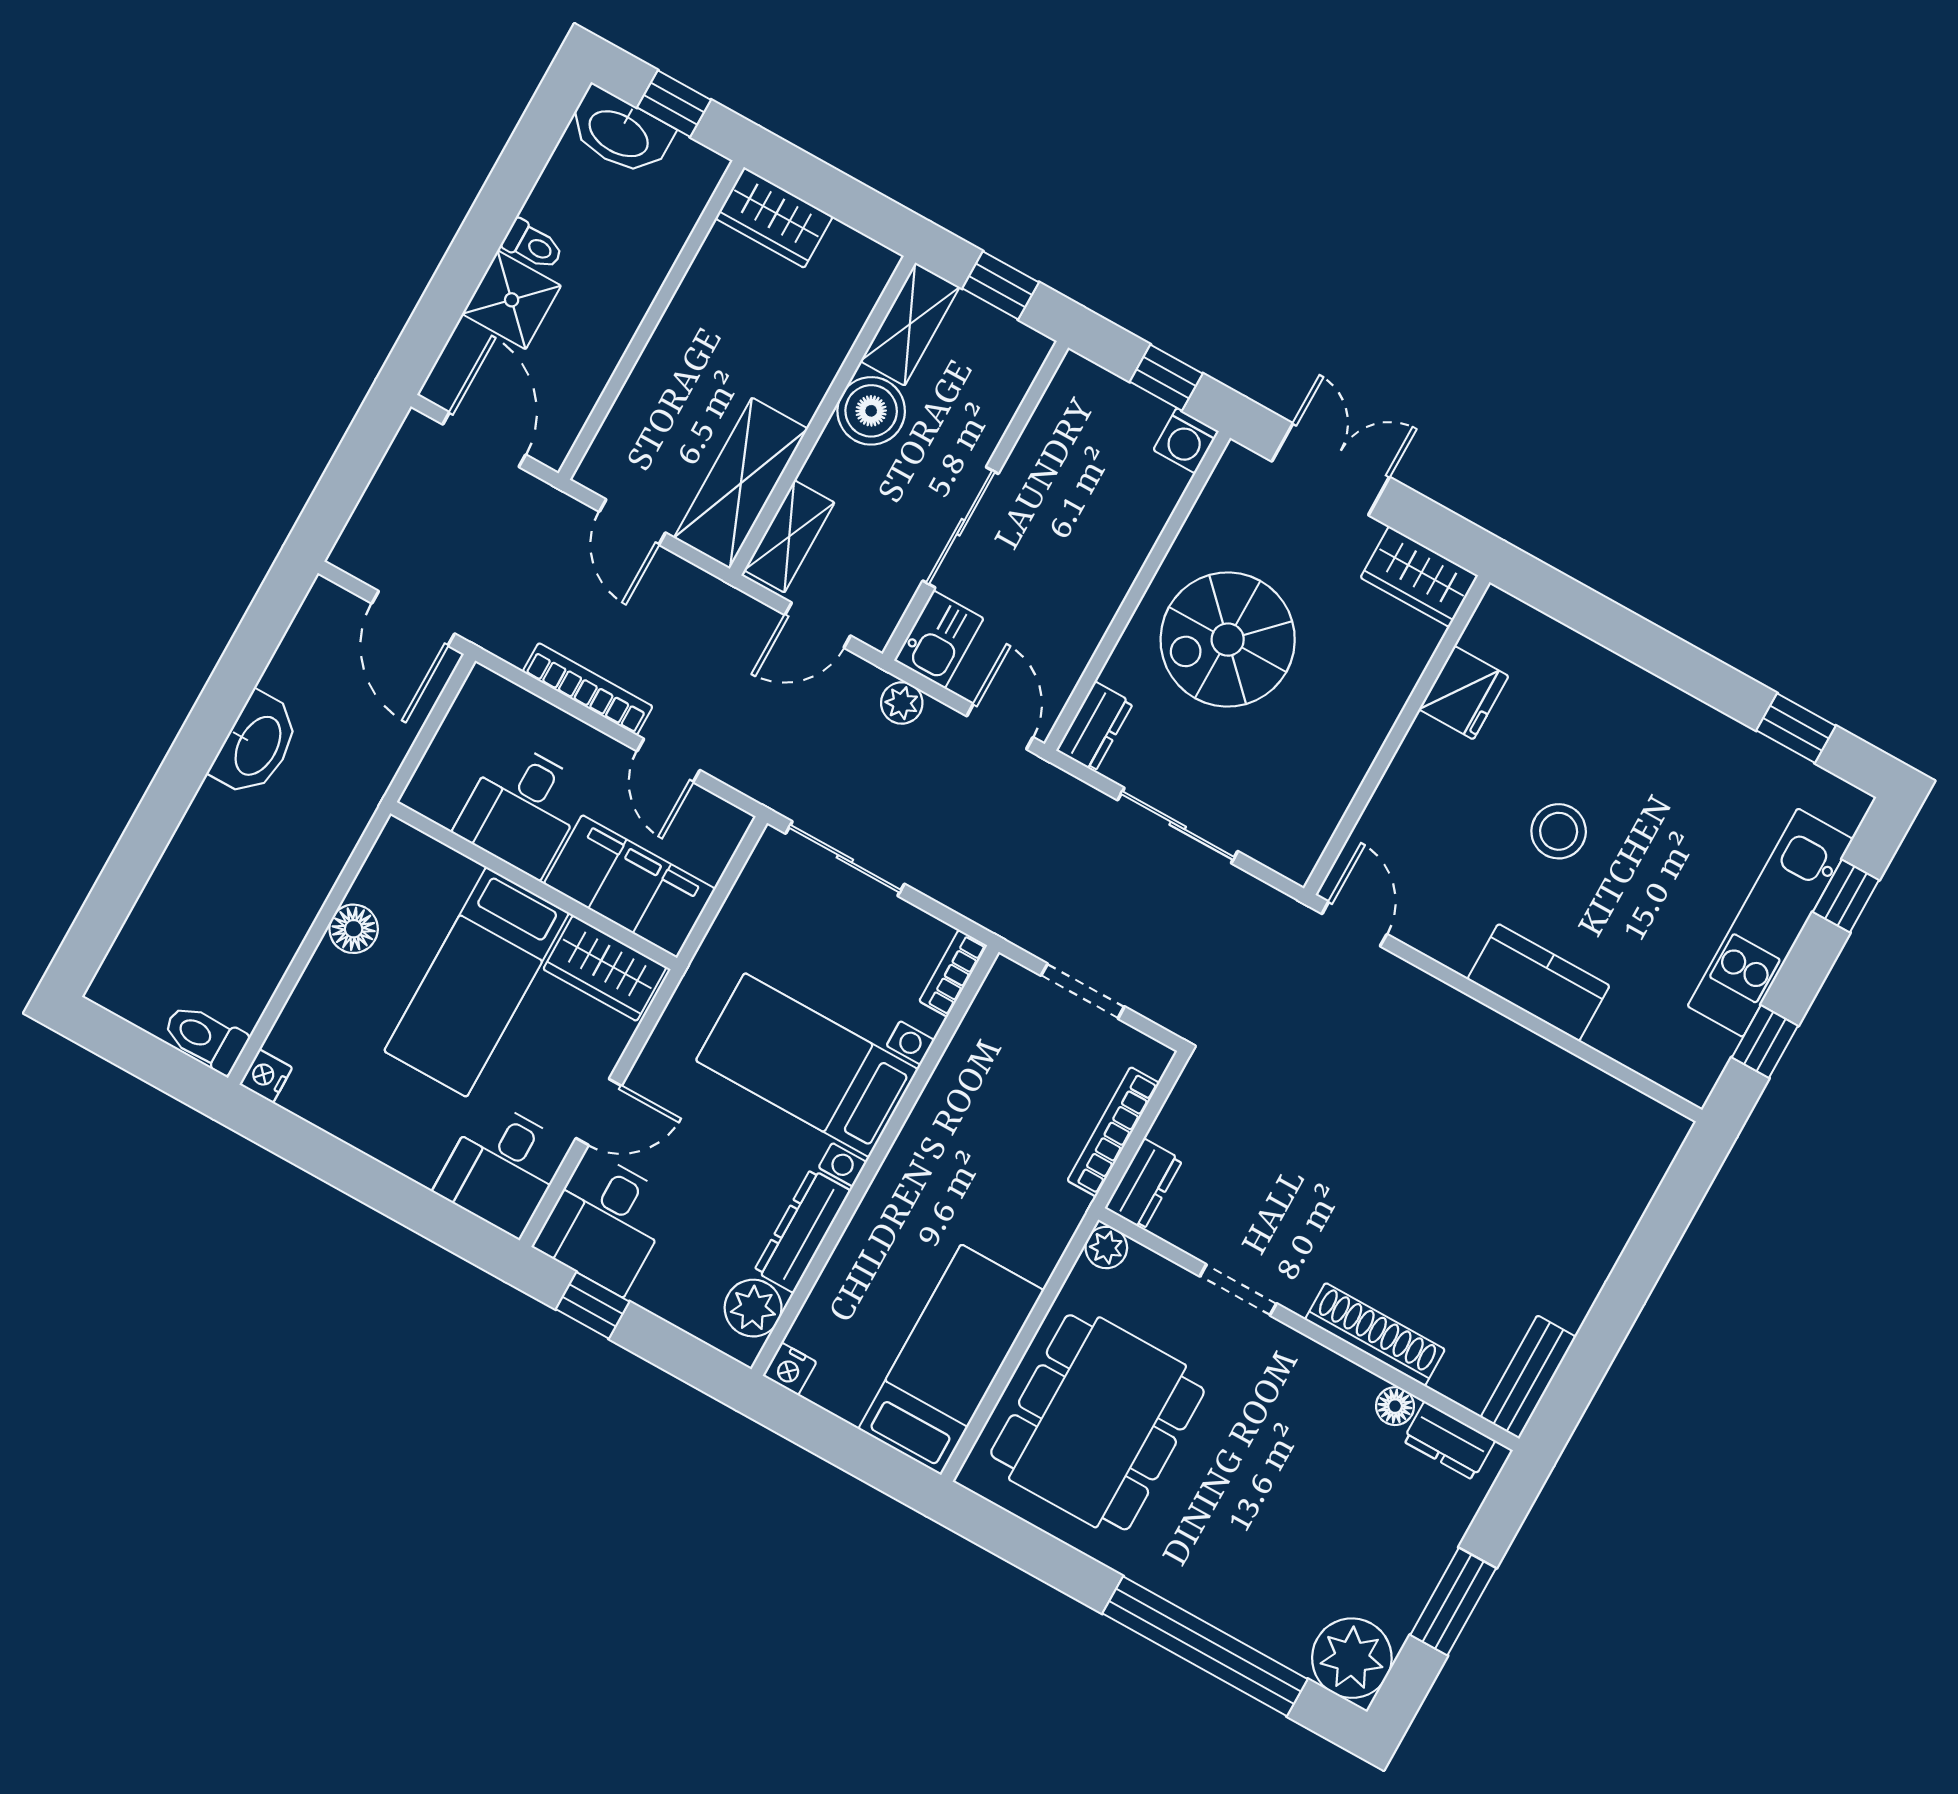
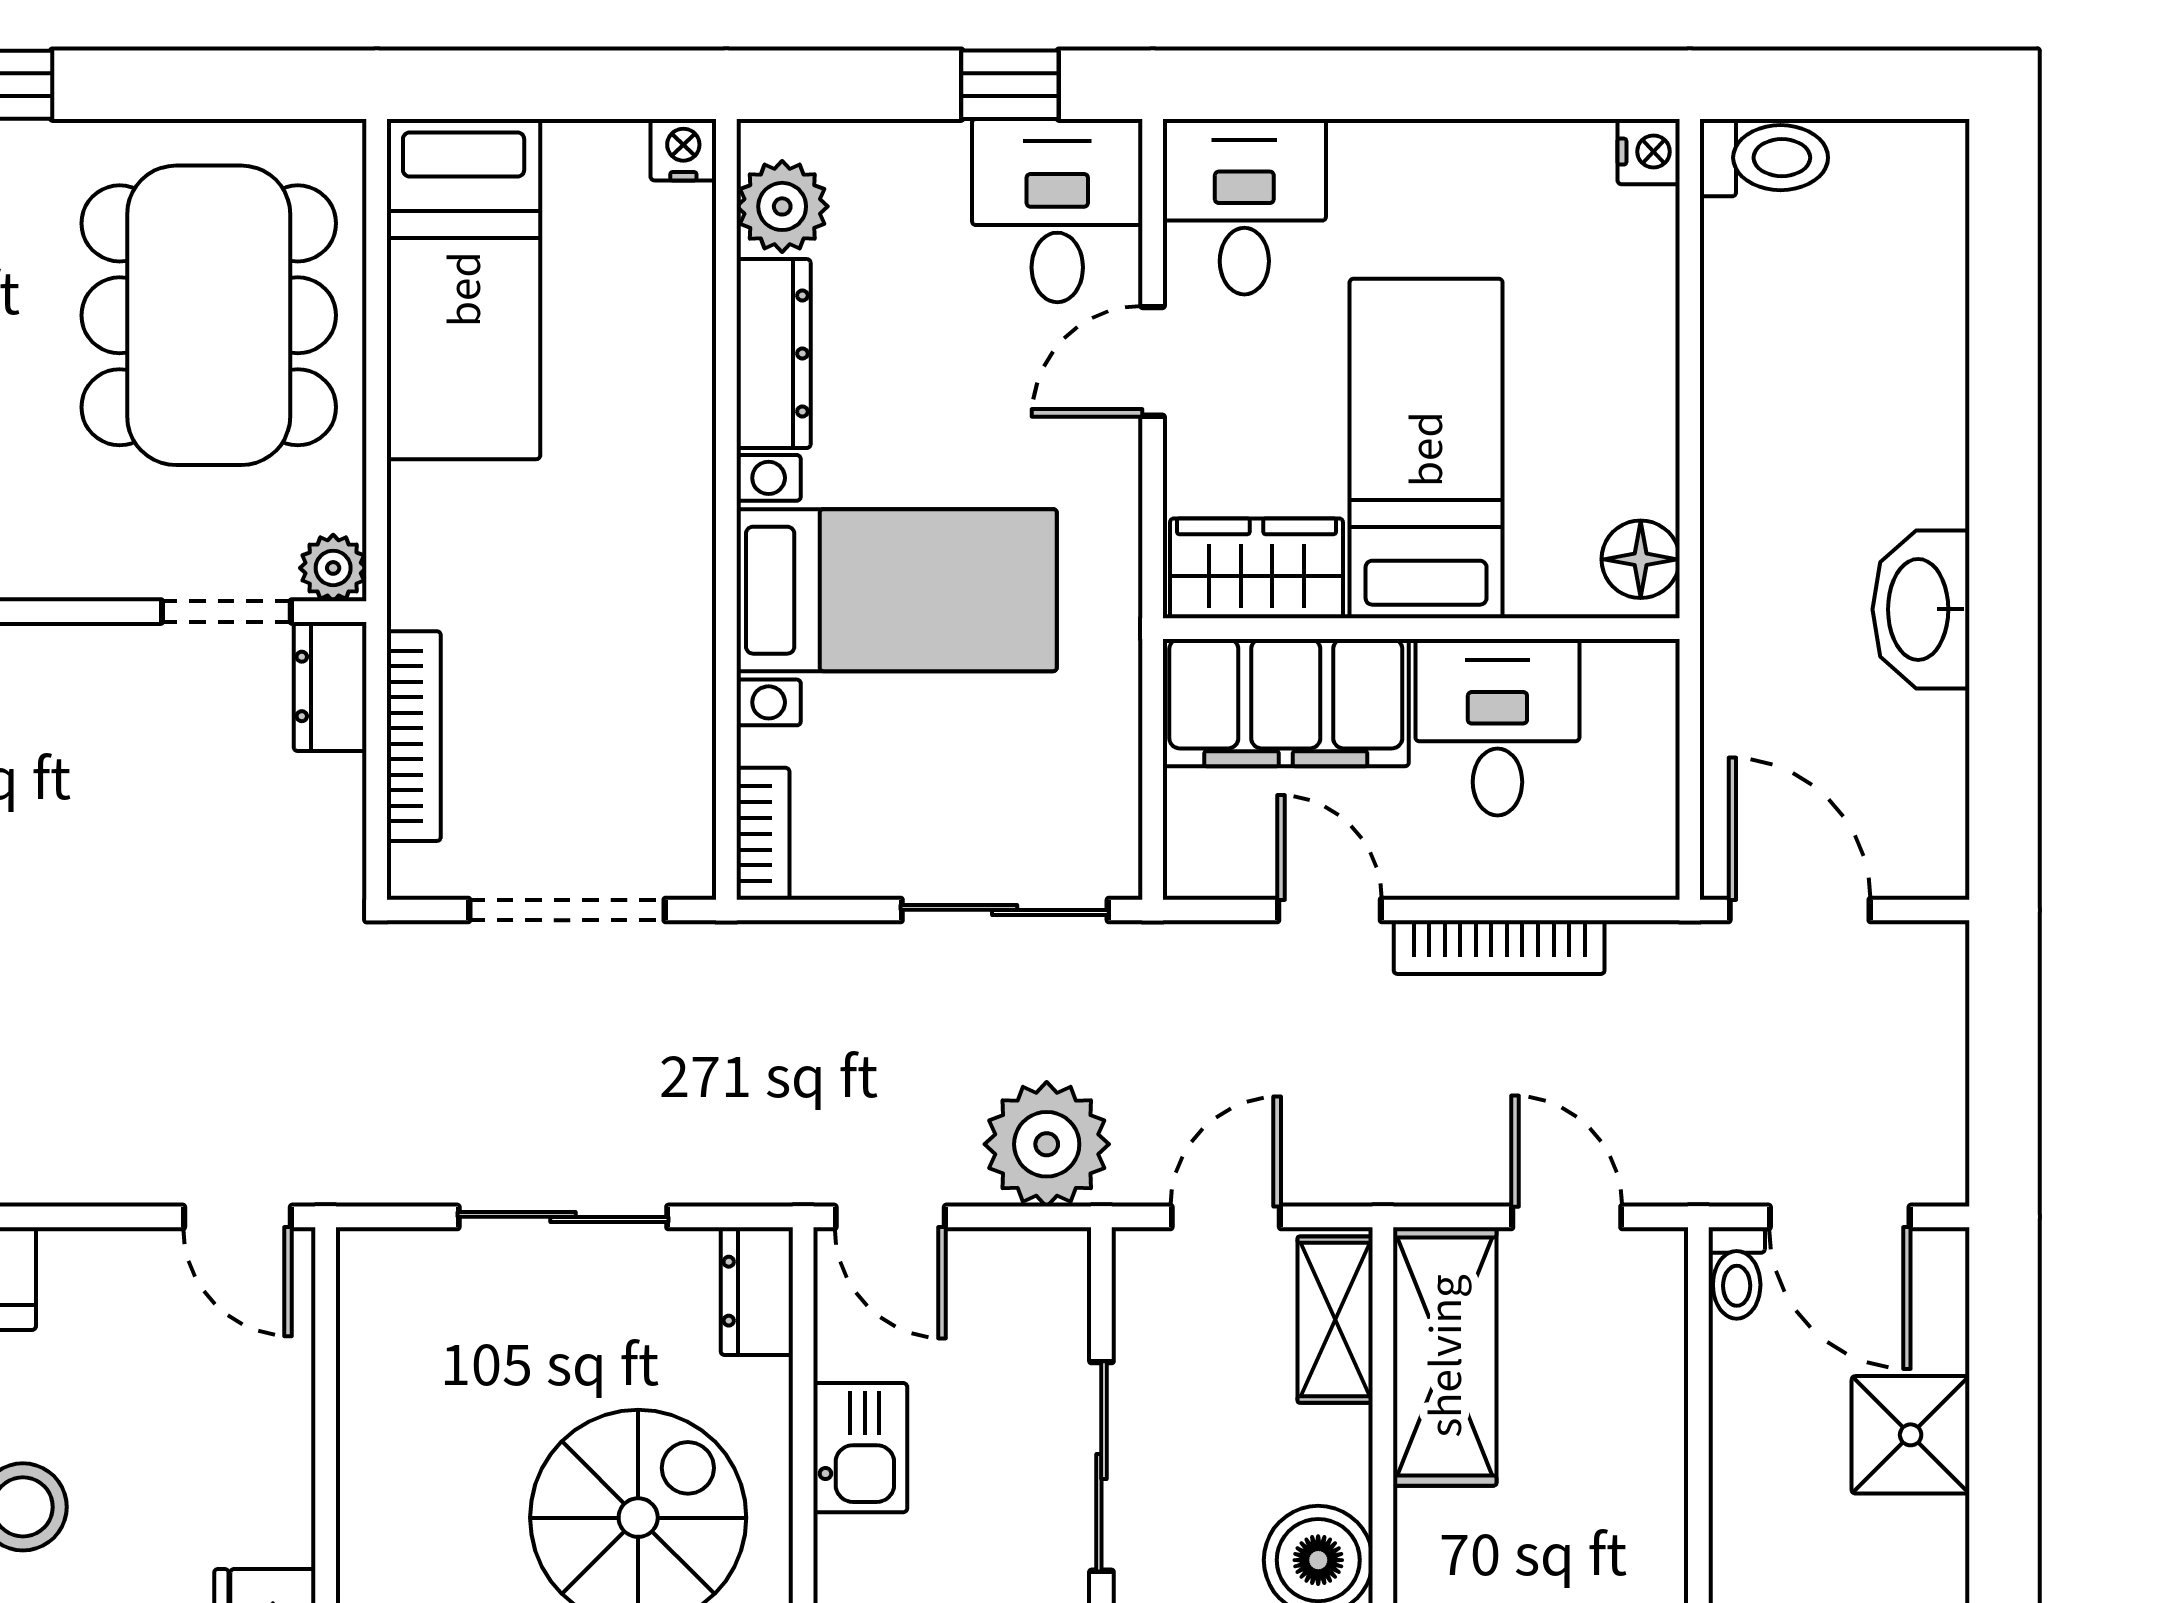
toilet: (533, 245) -> (1737, 1273), moved, turned -90
kitchen sink: (939, 639) -> (860, 1448), moved, turned 180
plant: (902, 703) -> (1047, 1144), width x1.88, depth x1.88
floor lamp: (354, 929) -> (1641, 559), moved
doorway: (1083, 991) -> (567, 910), width x1.38
doorway: (1238, 1290) -> (226, 612), moved

